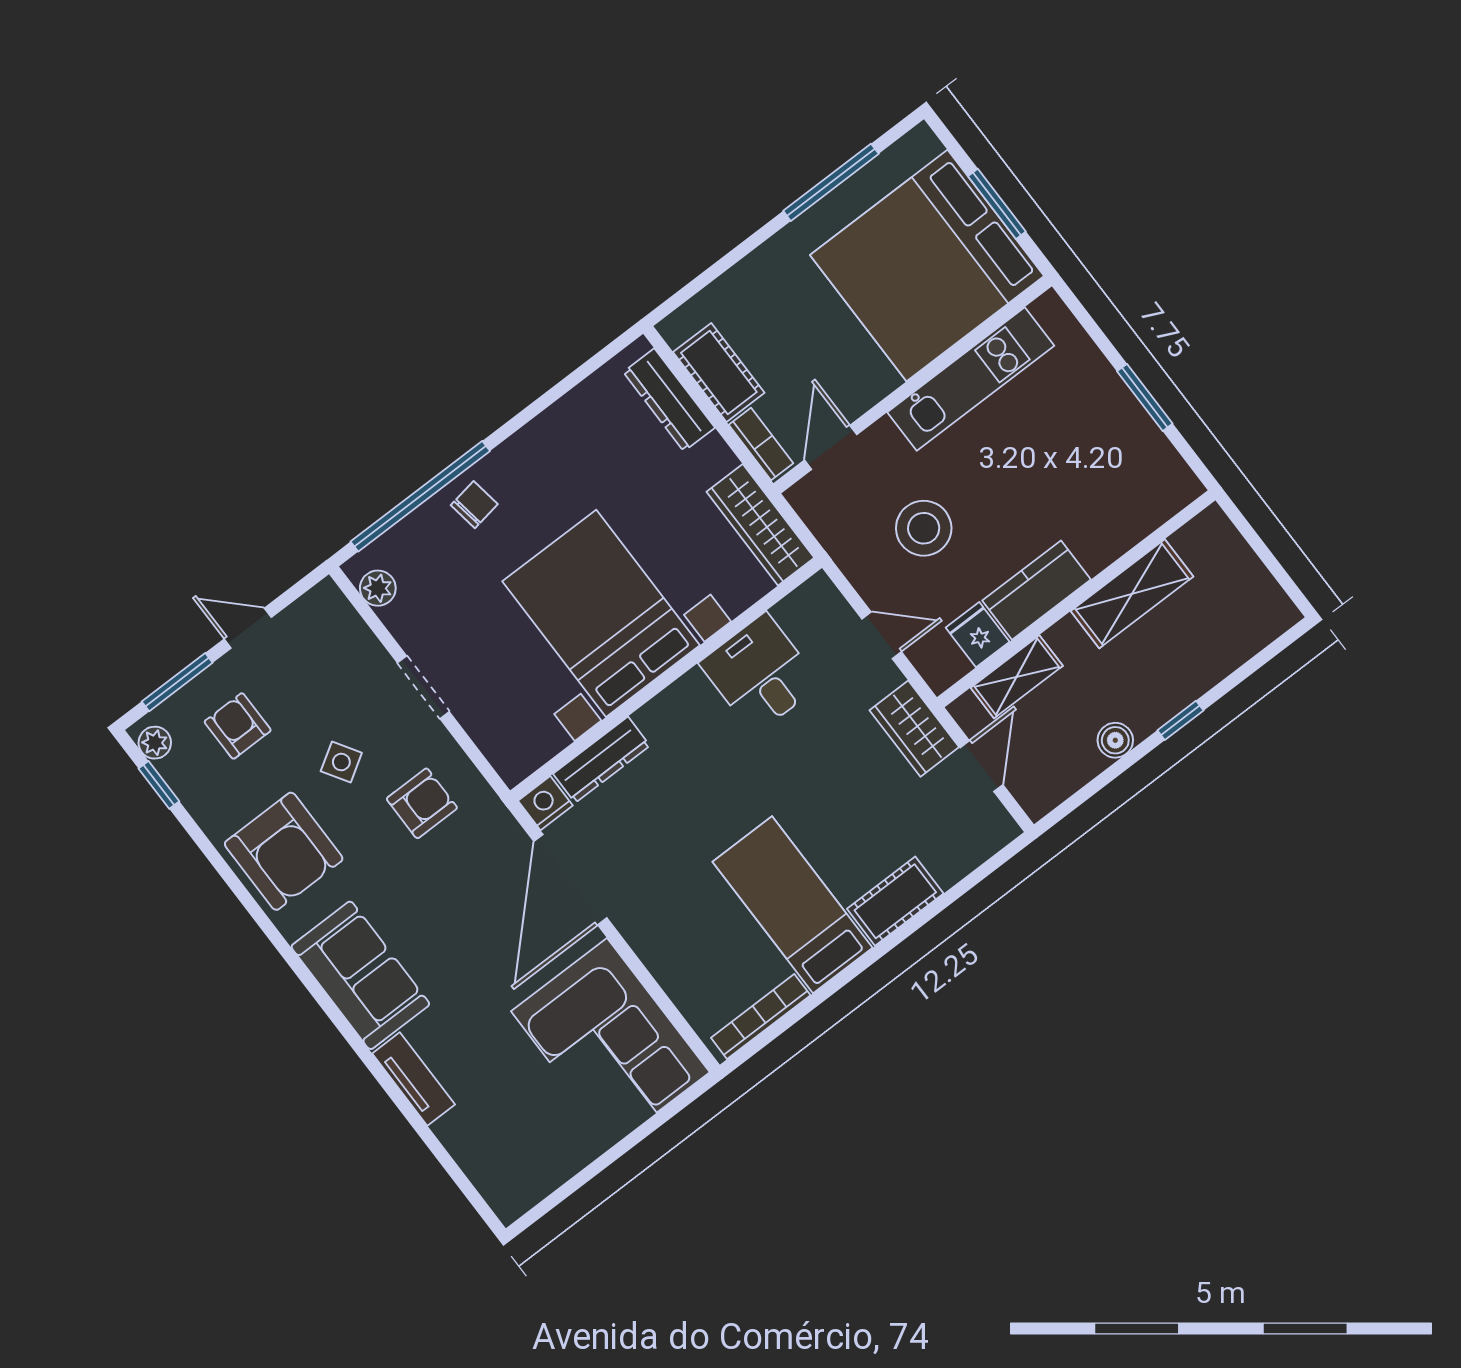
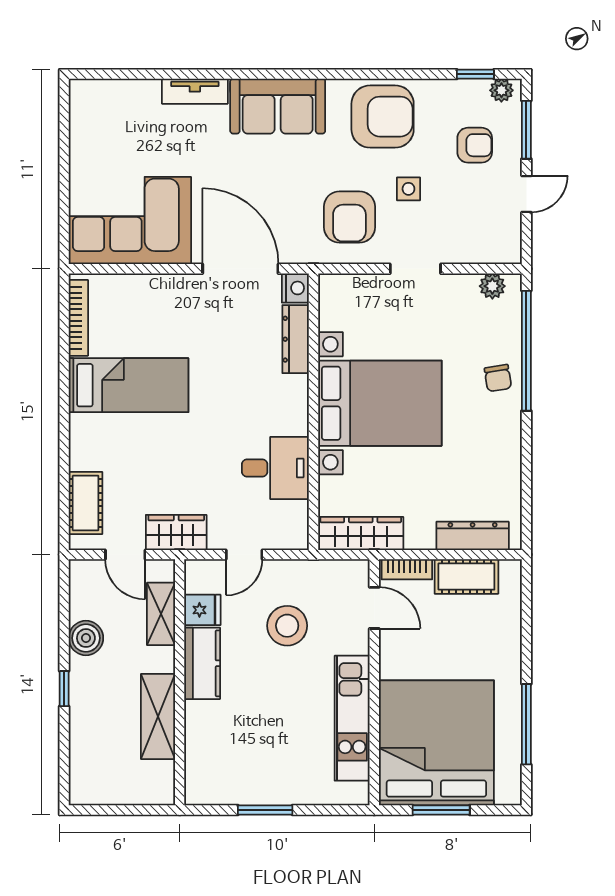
boiler: (1115, 740) -> (86, 638), width x1.36, depth x1.36
side table: (341, 762) -> (408, 189), turned 32
armchair: (422, 803) -> (349, 217), width x1.38, depth x1.38
armchair: (284, 851) -> (383, 117), turned 180
cot: (895, 901) -> (86, 503), moved

